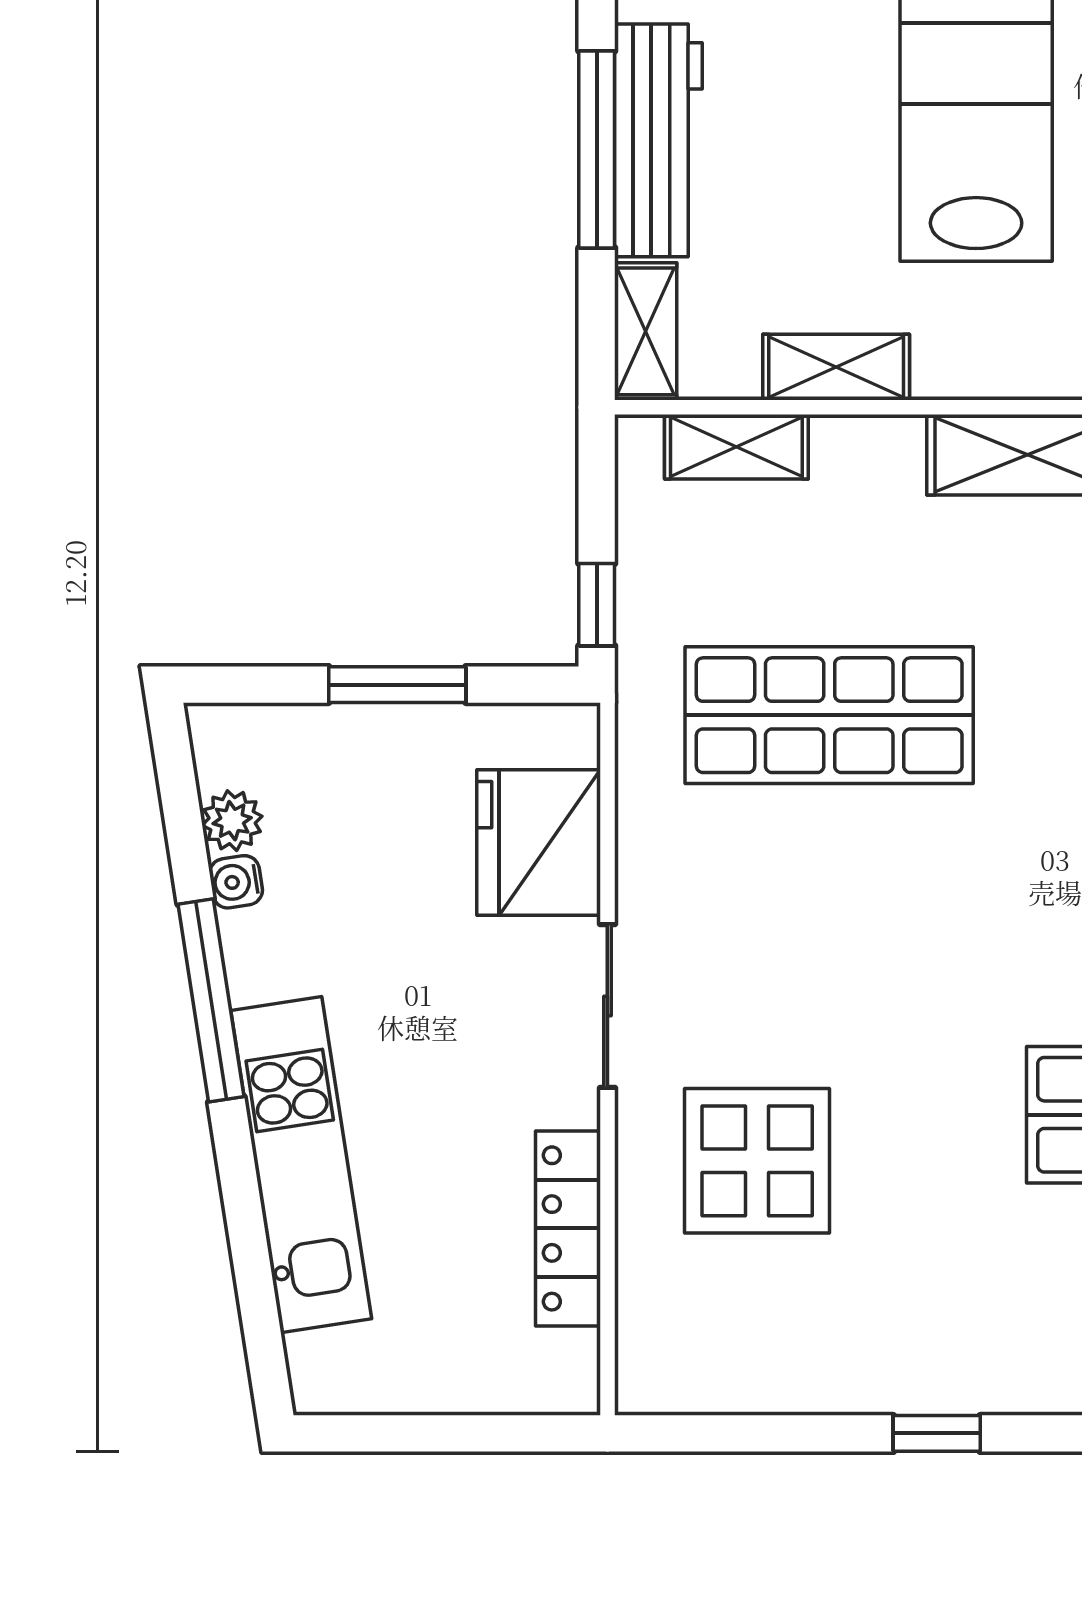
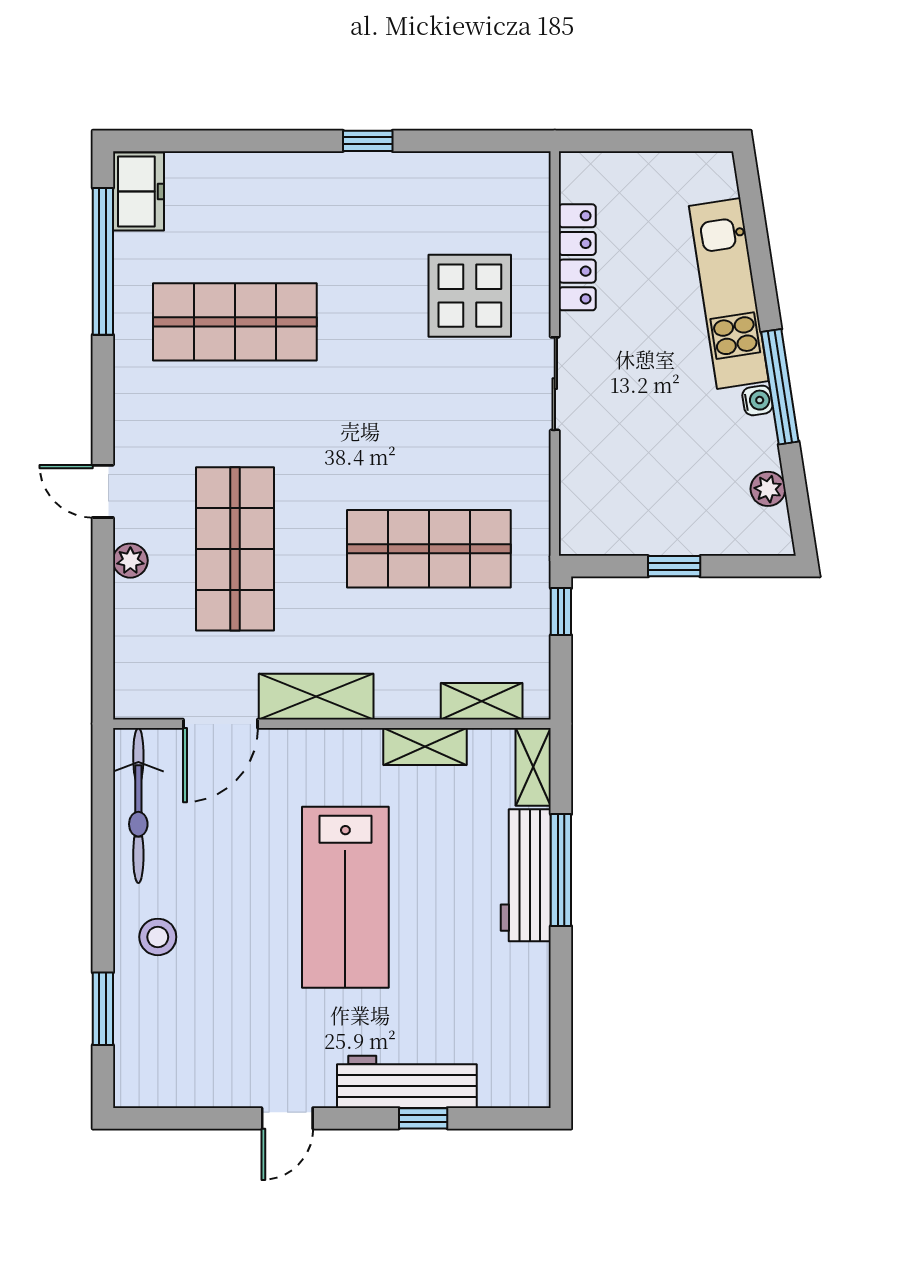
window: (397, 685) -> (674, 566), width x0.67
fridge: (539, 843) -> (594, 476), removed
water cooler: (236, 882) -> (757, 400), moved

